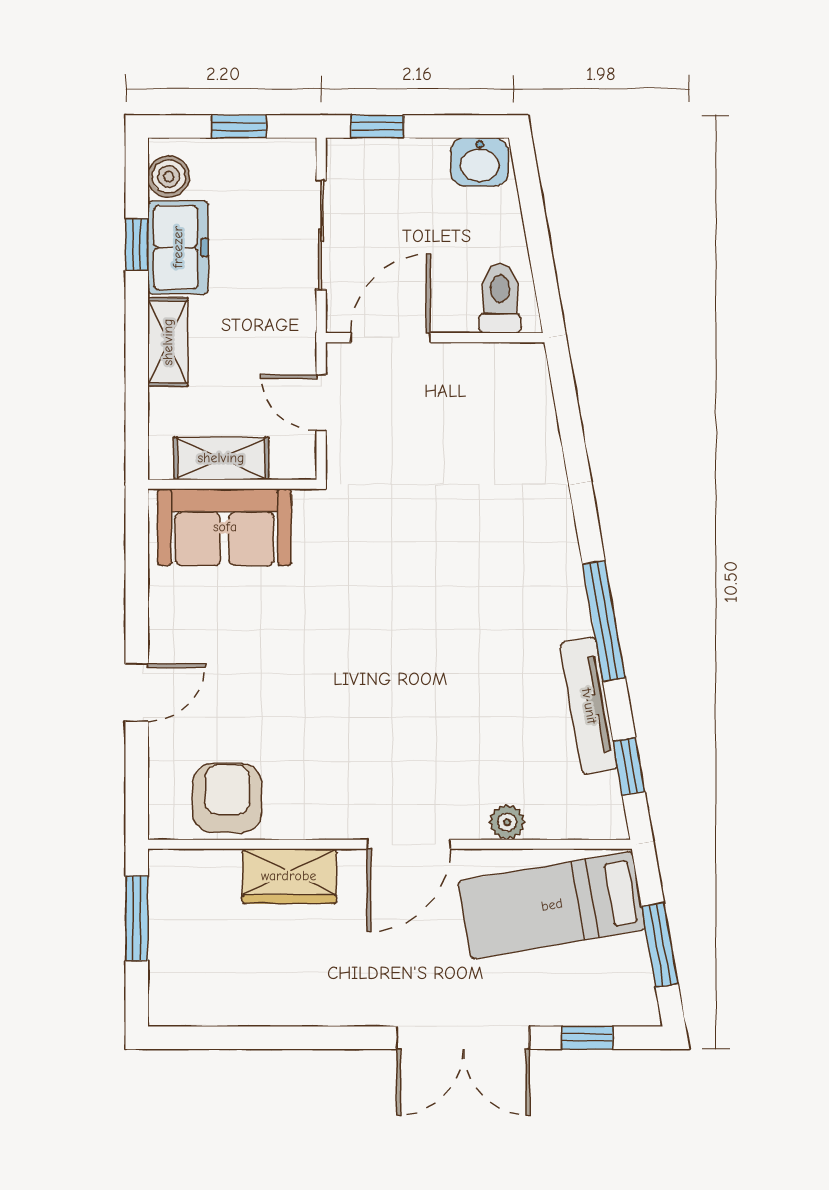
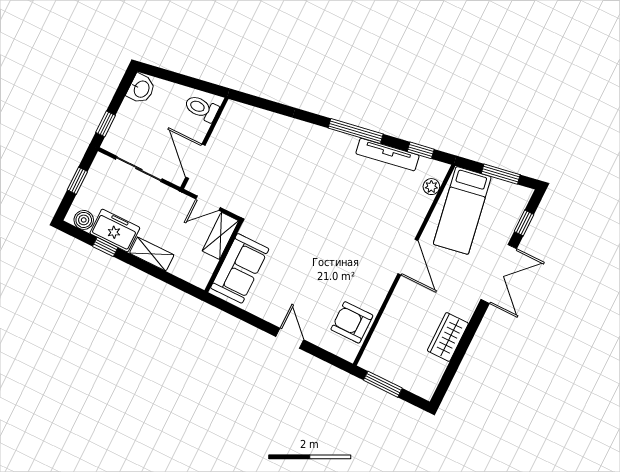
shelving: (221, 458) -> (220, 236), moved
plant: (507, 822) -> (431, 187), moved
wardrobe: (289, 876) -> (448, 337), moved, turned 180

